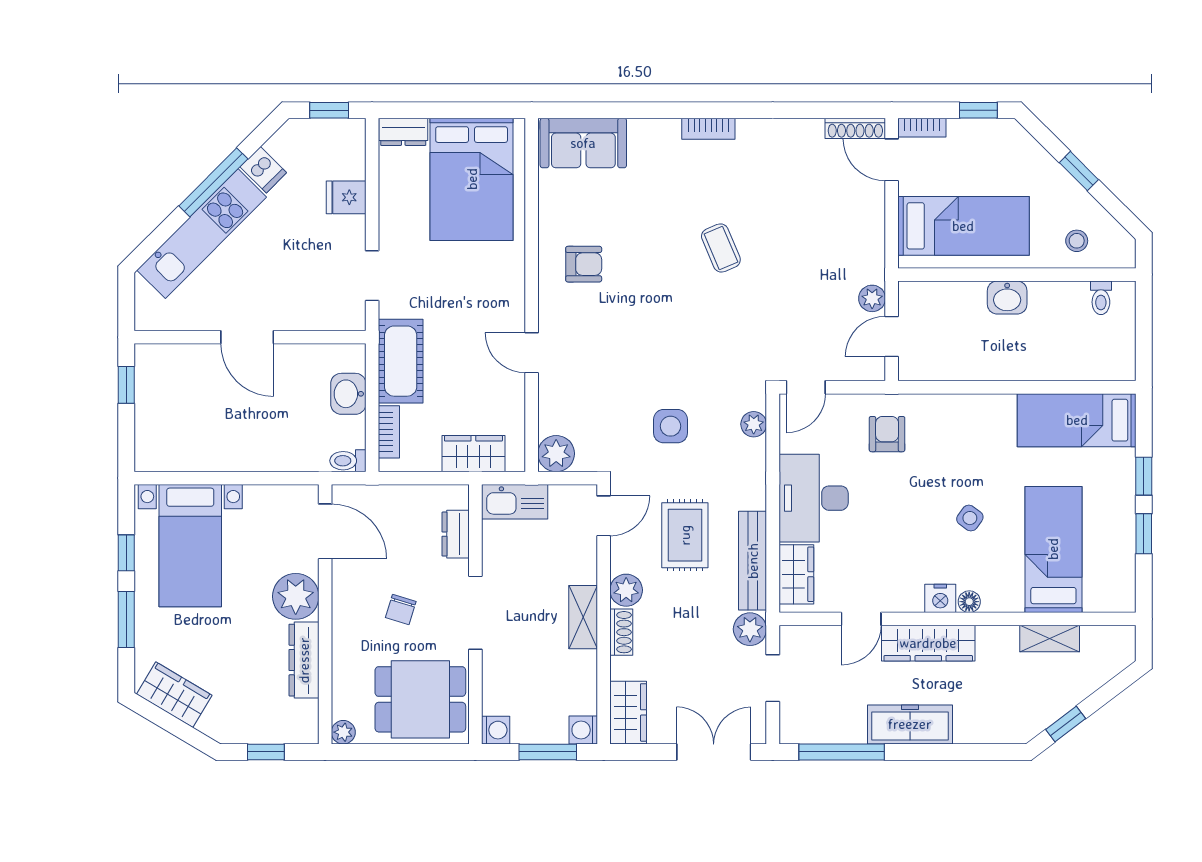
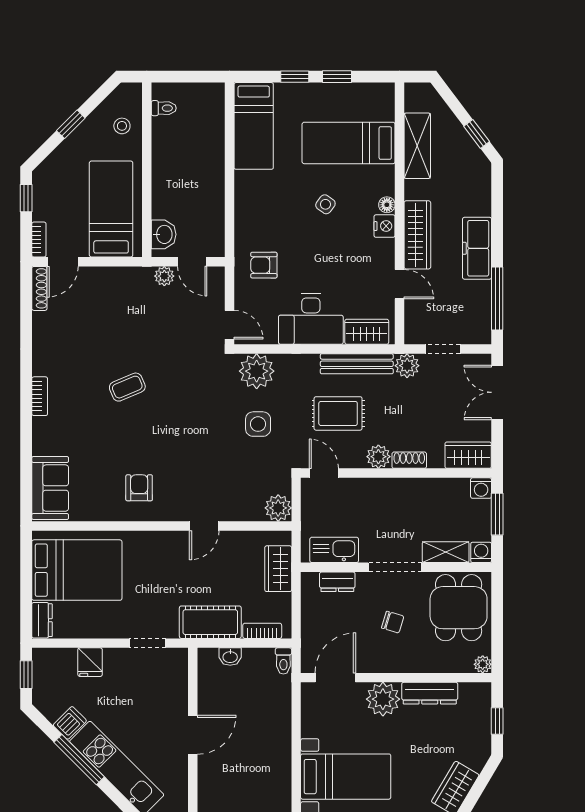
washbasin: (1007, 298) -> (164, 234), moved
washbasin: (348, 394) -> (230, 657), width x0.72, depth x0.69
plant: (754, 424) -> (257, 371), width x1.87, depth x1.87
kitchen sink: (515, 502) -> (334, 550), moved, turned -90
shelving: (583, 617) -> (446, 552), moved
shelving: (1050, 639) -> (417, 146), width x1.50, depth x1.33

